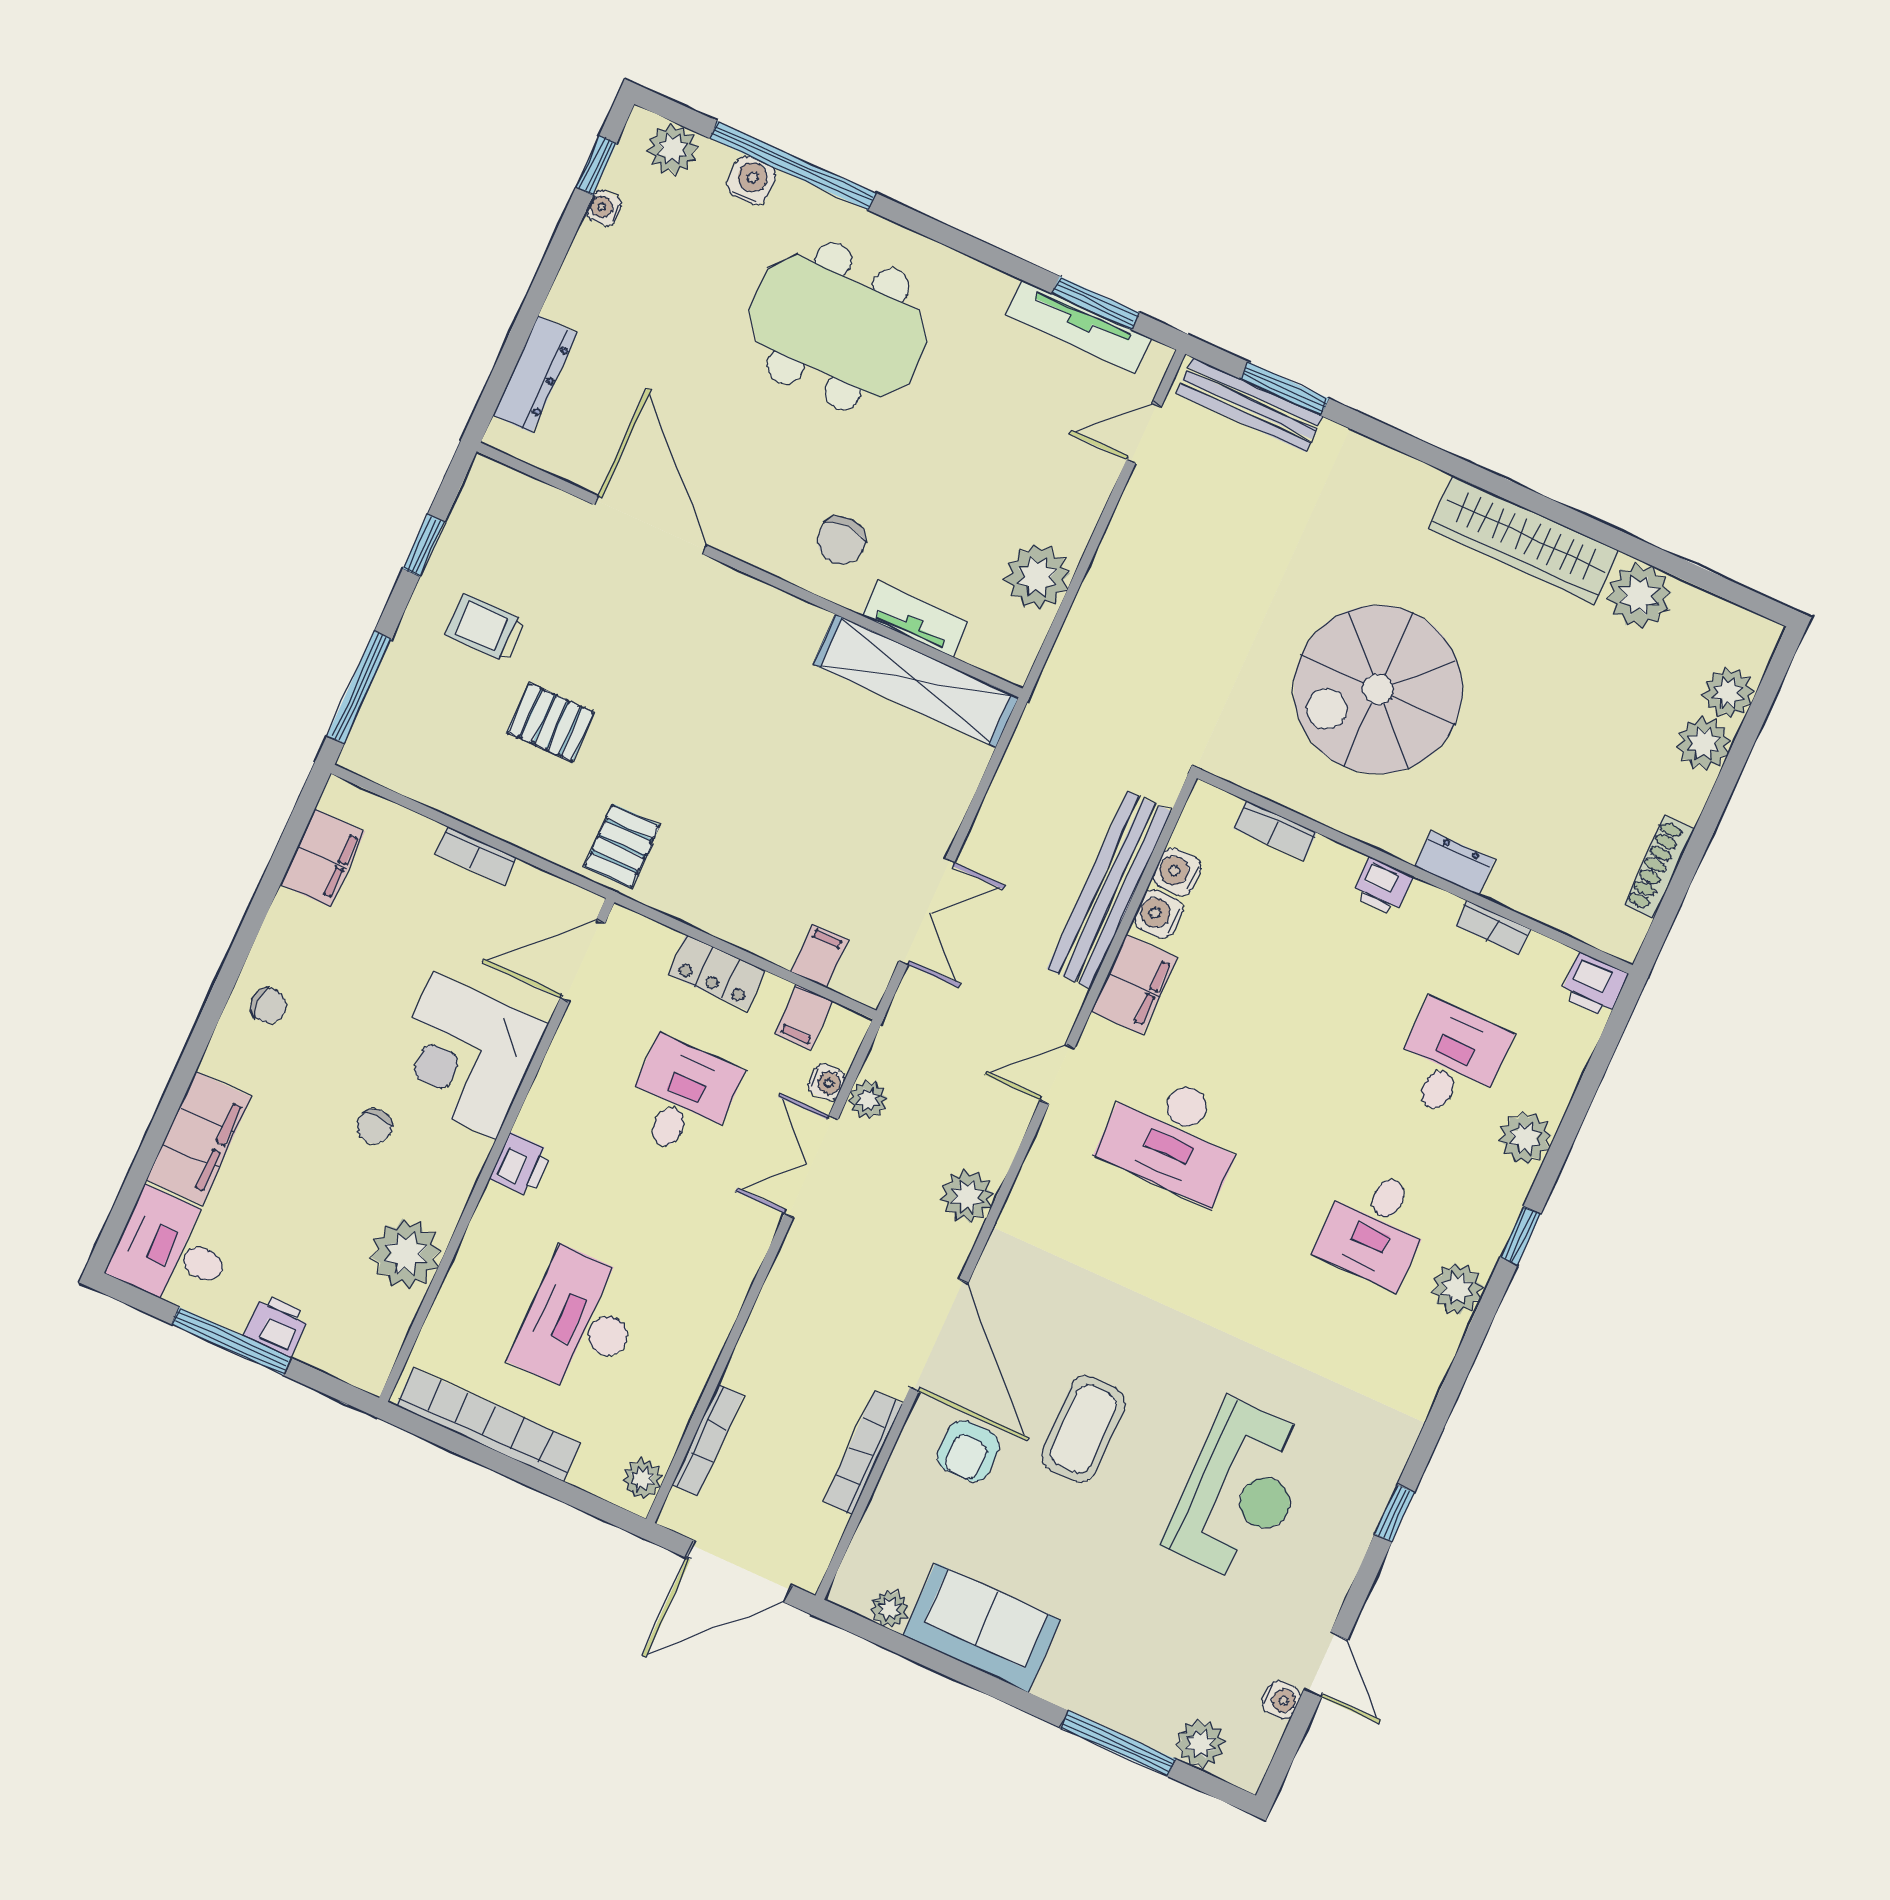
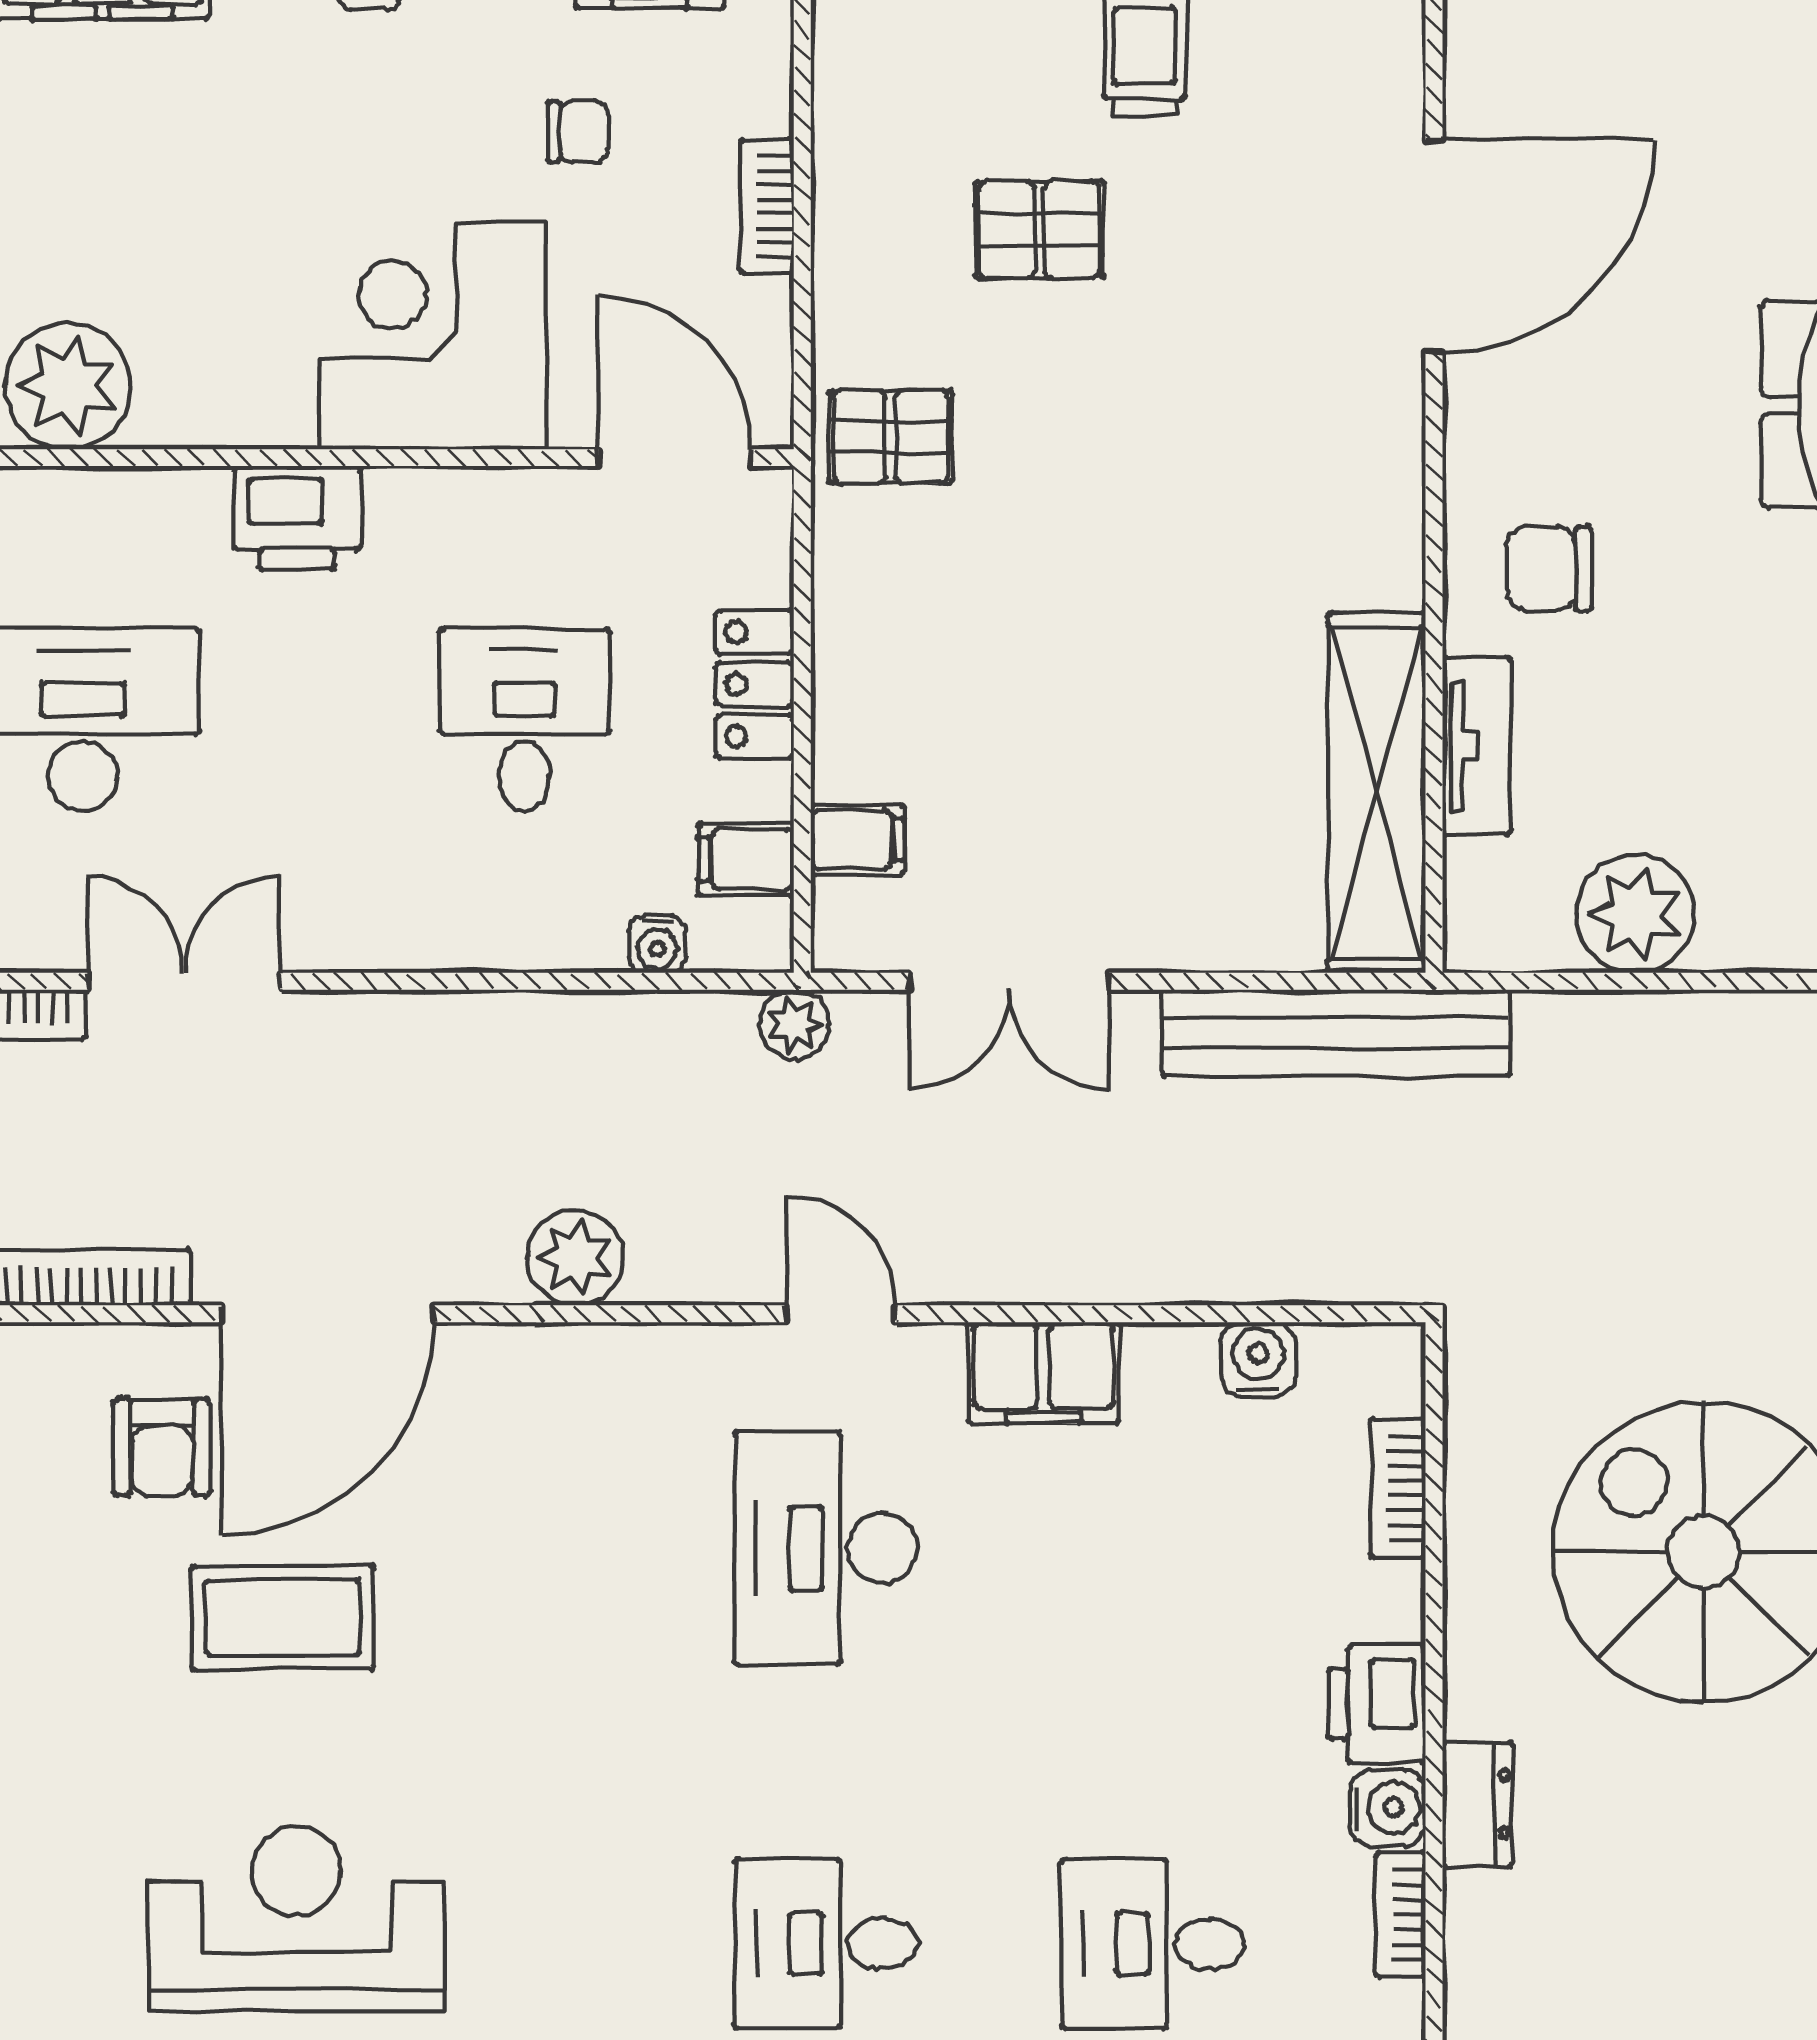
pallet: (551, 722) -> (1039, 230), turned 90
printer: (1382, 886) -> (1377, 1704), width x1.36, depth x1.24
bench: (1109, 890) -> (1336, 1033), moved
water cooler: (1158, 914) -> (1388, 1808), moved, turned 90
desk: (1451, 1061) -> (1153, 1944), turned 180
desk: (681, 1098) -> (524, 719), turned -90
plant: (868, 1100) -> (794, 1024), moved
chair: (375, 1127) -> (578, 132), moved, turned 180
printer: (521, 1165) -> (297, 518), width x1.36, depth x1.24
double door: (811, 1167) -> (184, 981), moved
armchair: (968, 1451) -> (162, 1447), turned -90
reception desk: (1240, 1492) -> (296, 1919), turned 180

